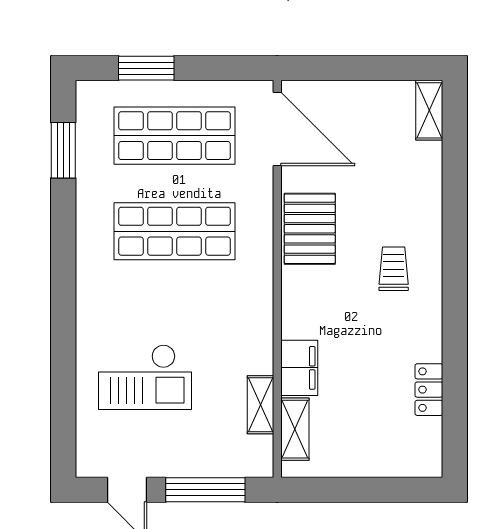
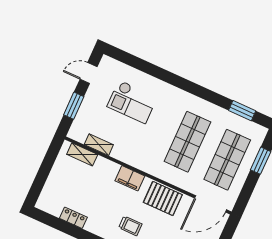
filing cabinet: (299, 368) -> (130, 178), moved
checkout: (145, 377) -> (132, 102), turned -90
window: (205, 490) -> (74, 106), width x0.69

